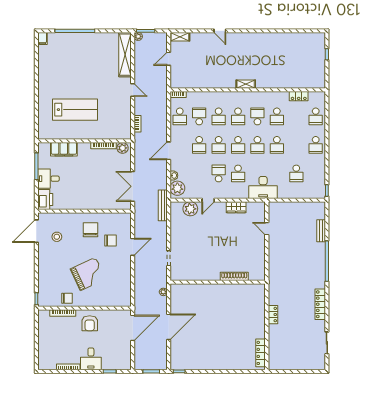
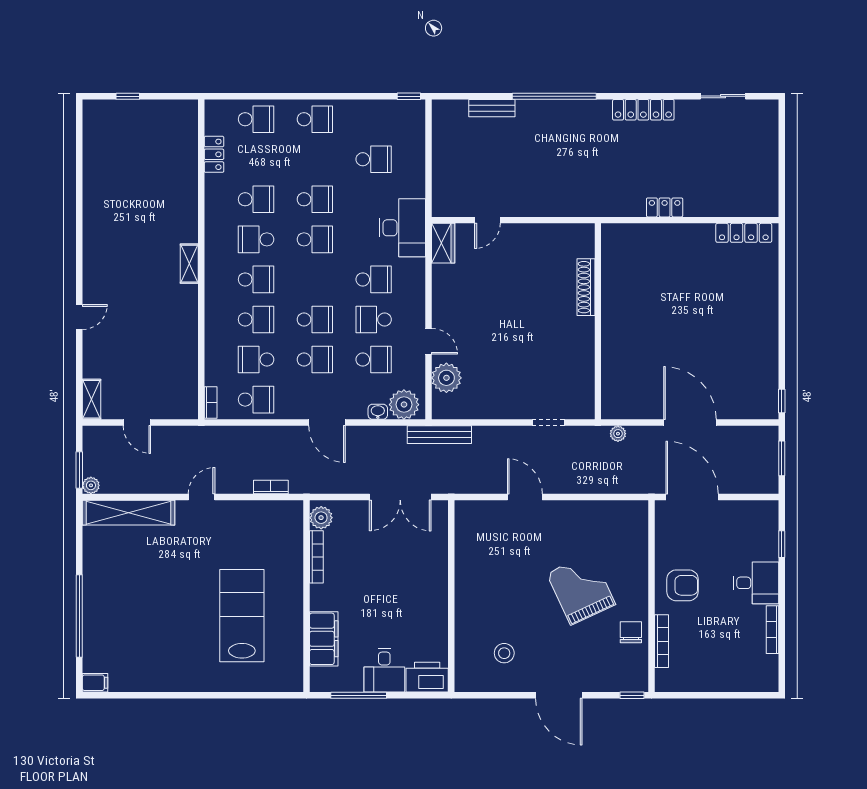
school desk: (238, 145) -> (374, 360), moved
wardrobe: (236, 207) -> (443, 243), moved
chair: (90, 230) -> (490, 584), removed
door: (36, 231) -> (559, 695), moved
chair: (110, 240) -> (512, 543), removed

